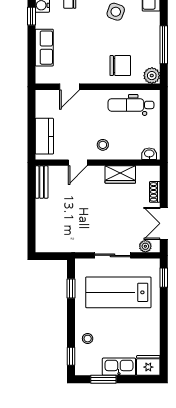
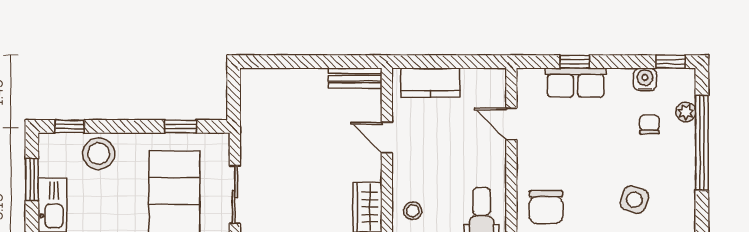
window: (32, 16) -> (575, 62), moved
stool: (103, 145) -> (413, 211), moved
stool: (88, 339) -> (99, 154), width x1.89, depth x1.89

